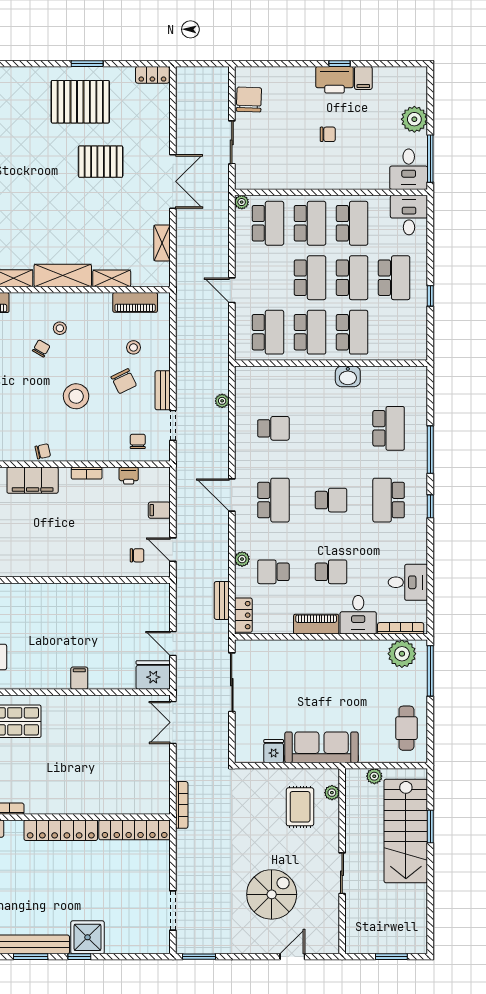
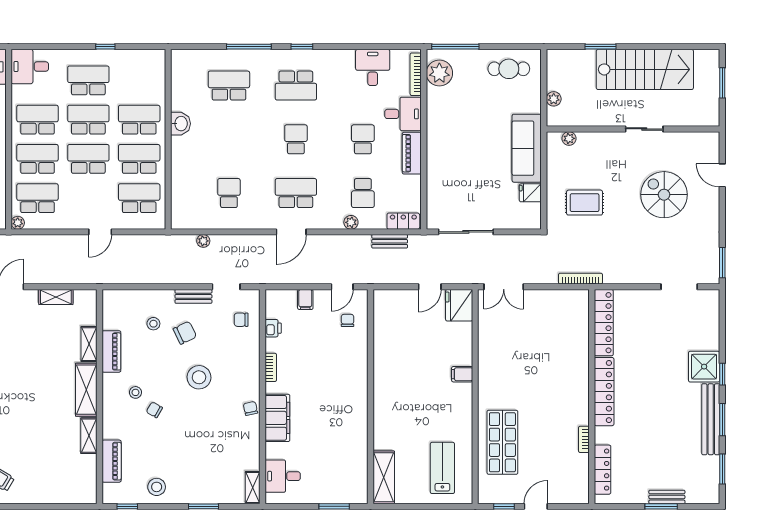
piano: (135, 302) -> (111, 351), moved
rug: (300, 807) -> (585, 203), moved
stairs: (406, 831) -> (645, 69), moved

